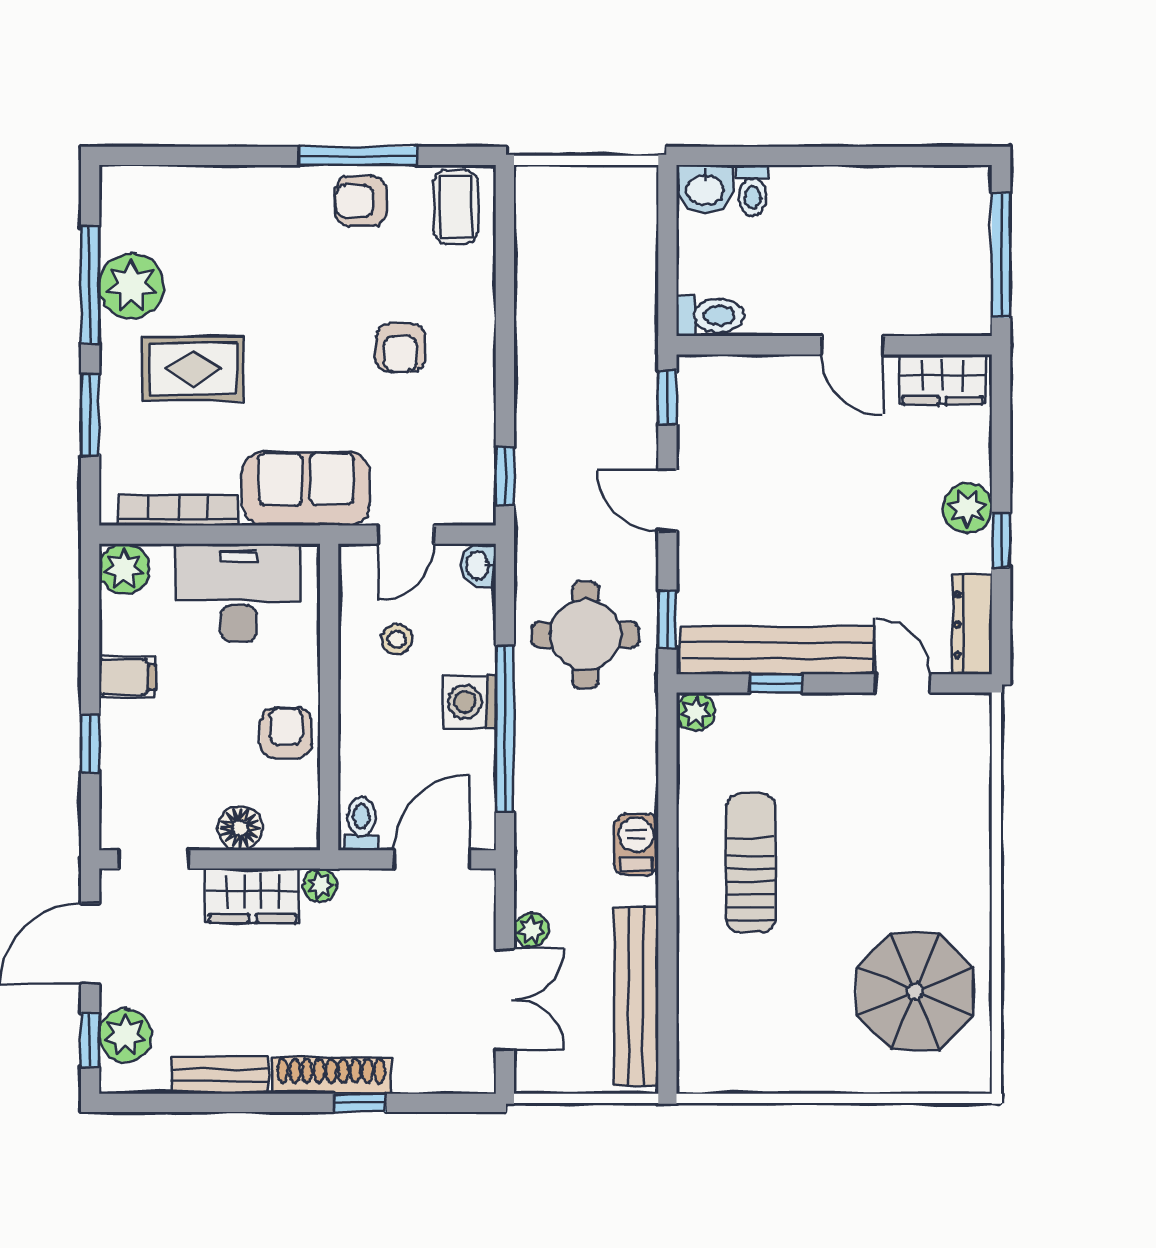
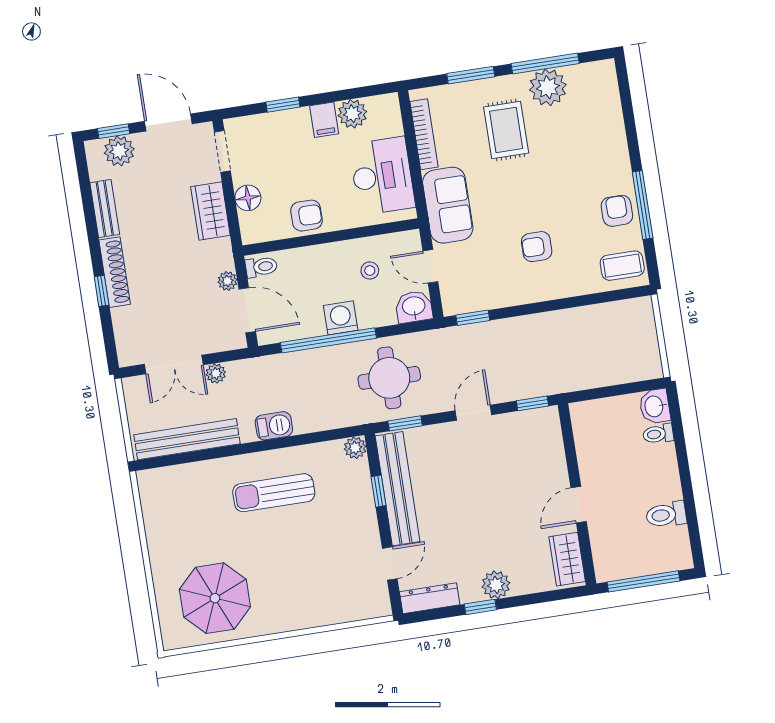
toilet: (710, 316) -> (666, 515), moved, turned 90
washbasin: (478, 565) -> (414, 307), width x1.38, depth x1.45
plant: (124, 569) -> (352, 114), moved
sun lounger: (751, 863) -> (274, 493), turned 180
plant: (320, 885) -> (227, 281), moved

